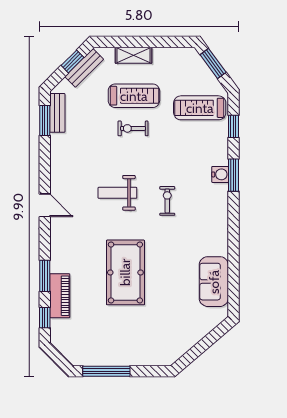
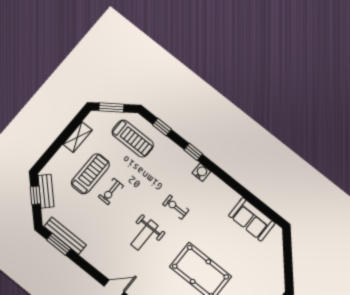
shelving: (133, 55) -> (78, 137), moved
treadmill: (200, 108) -> (133, 139), turned -90
bench: (57, 113) -> (65, 236), width x1.36
water cooler: (220, 174) -> (201, 172), moved
window: (233, 175) -> (193, 152), width x0.67

